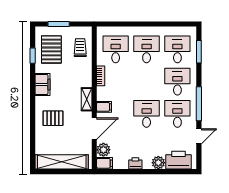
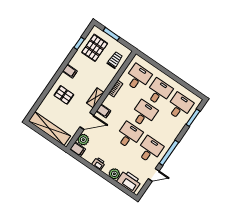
desk: (177, 82) -> (144, 114), moved
filing cabinet: (43, 84) -> (70, 71), width x0.50

